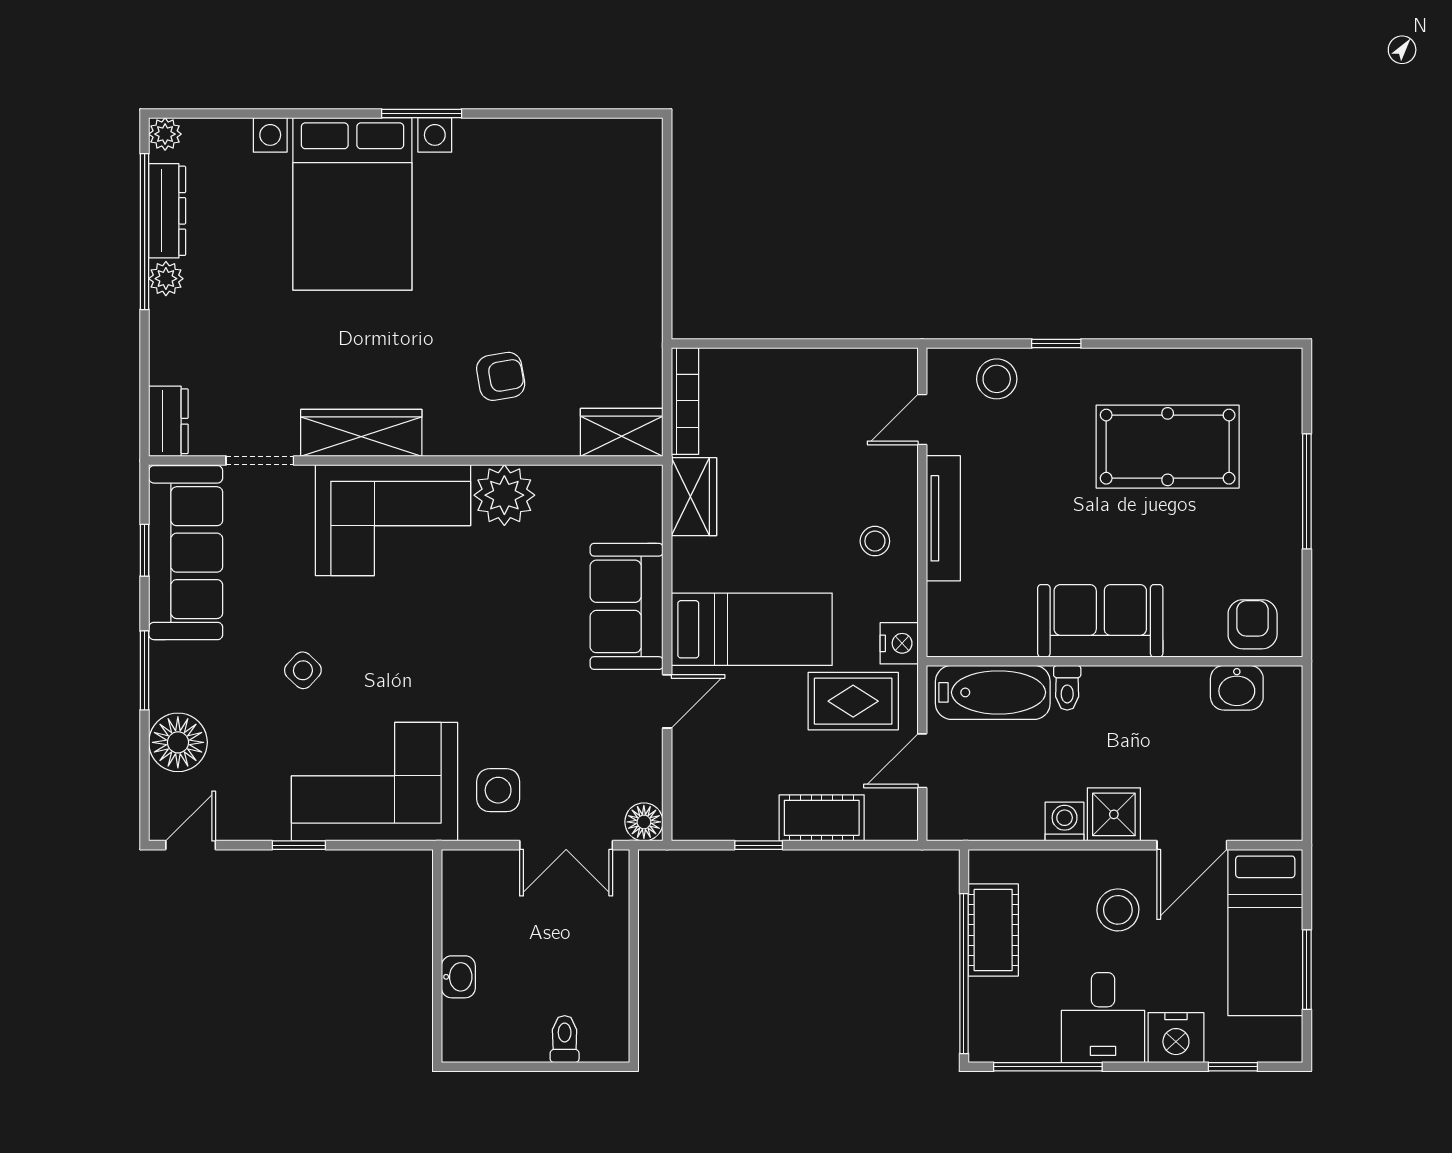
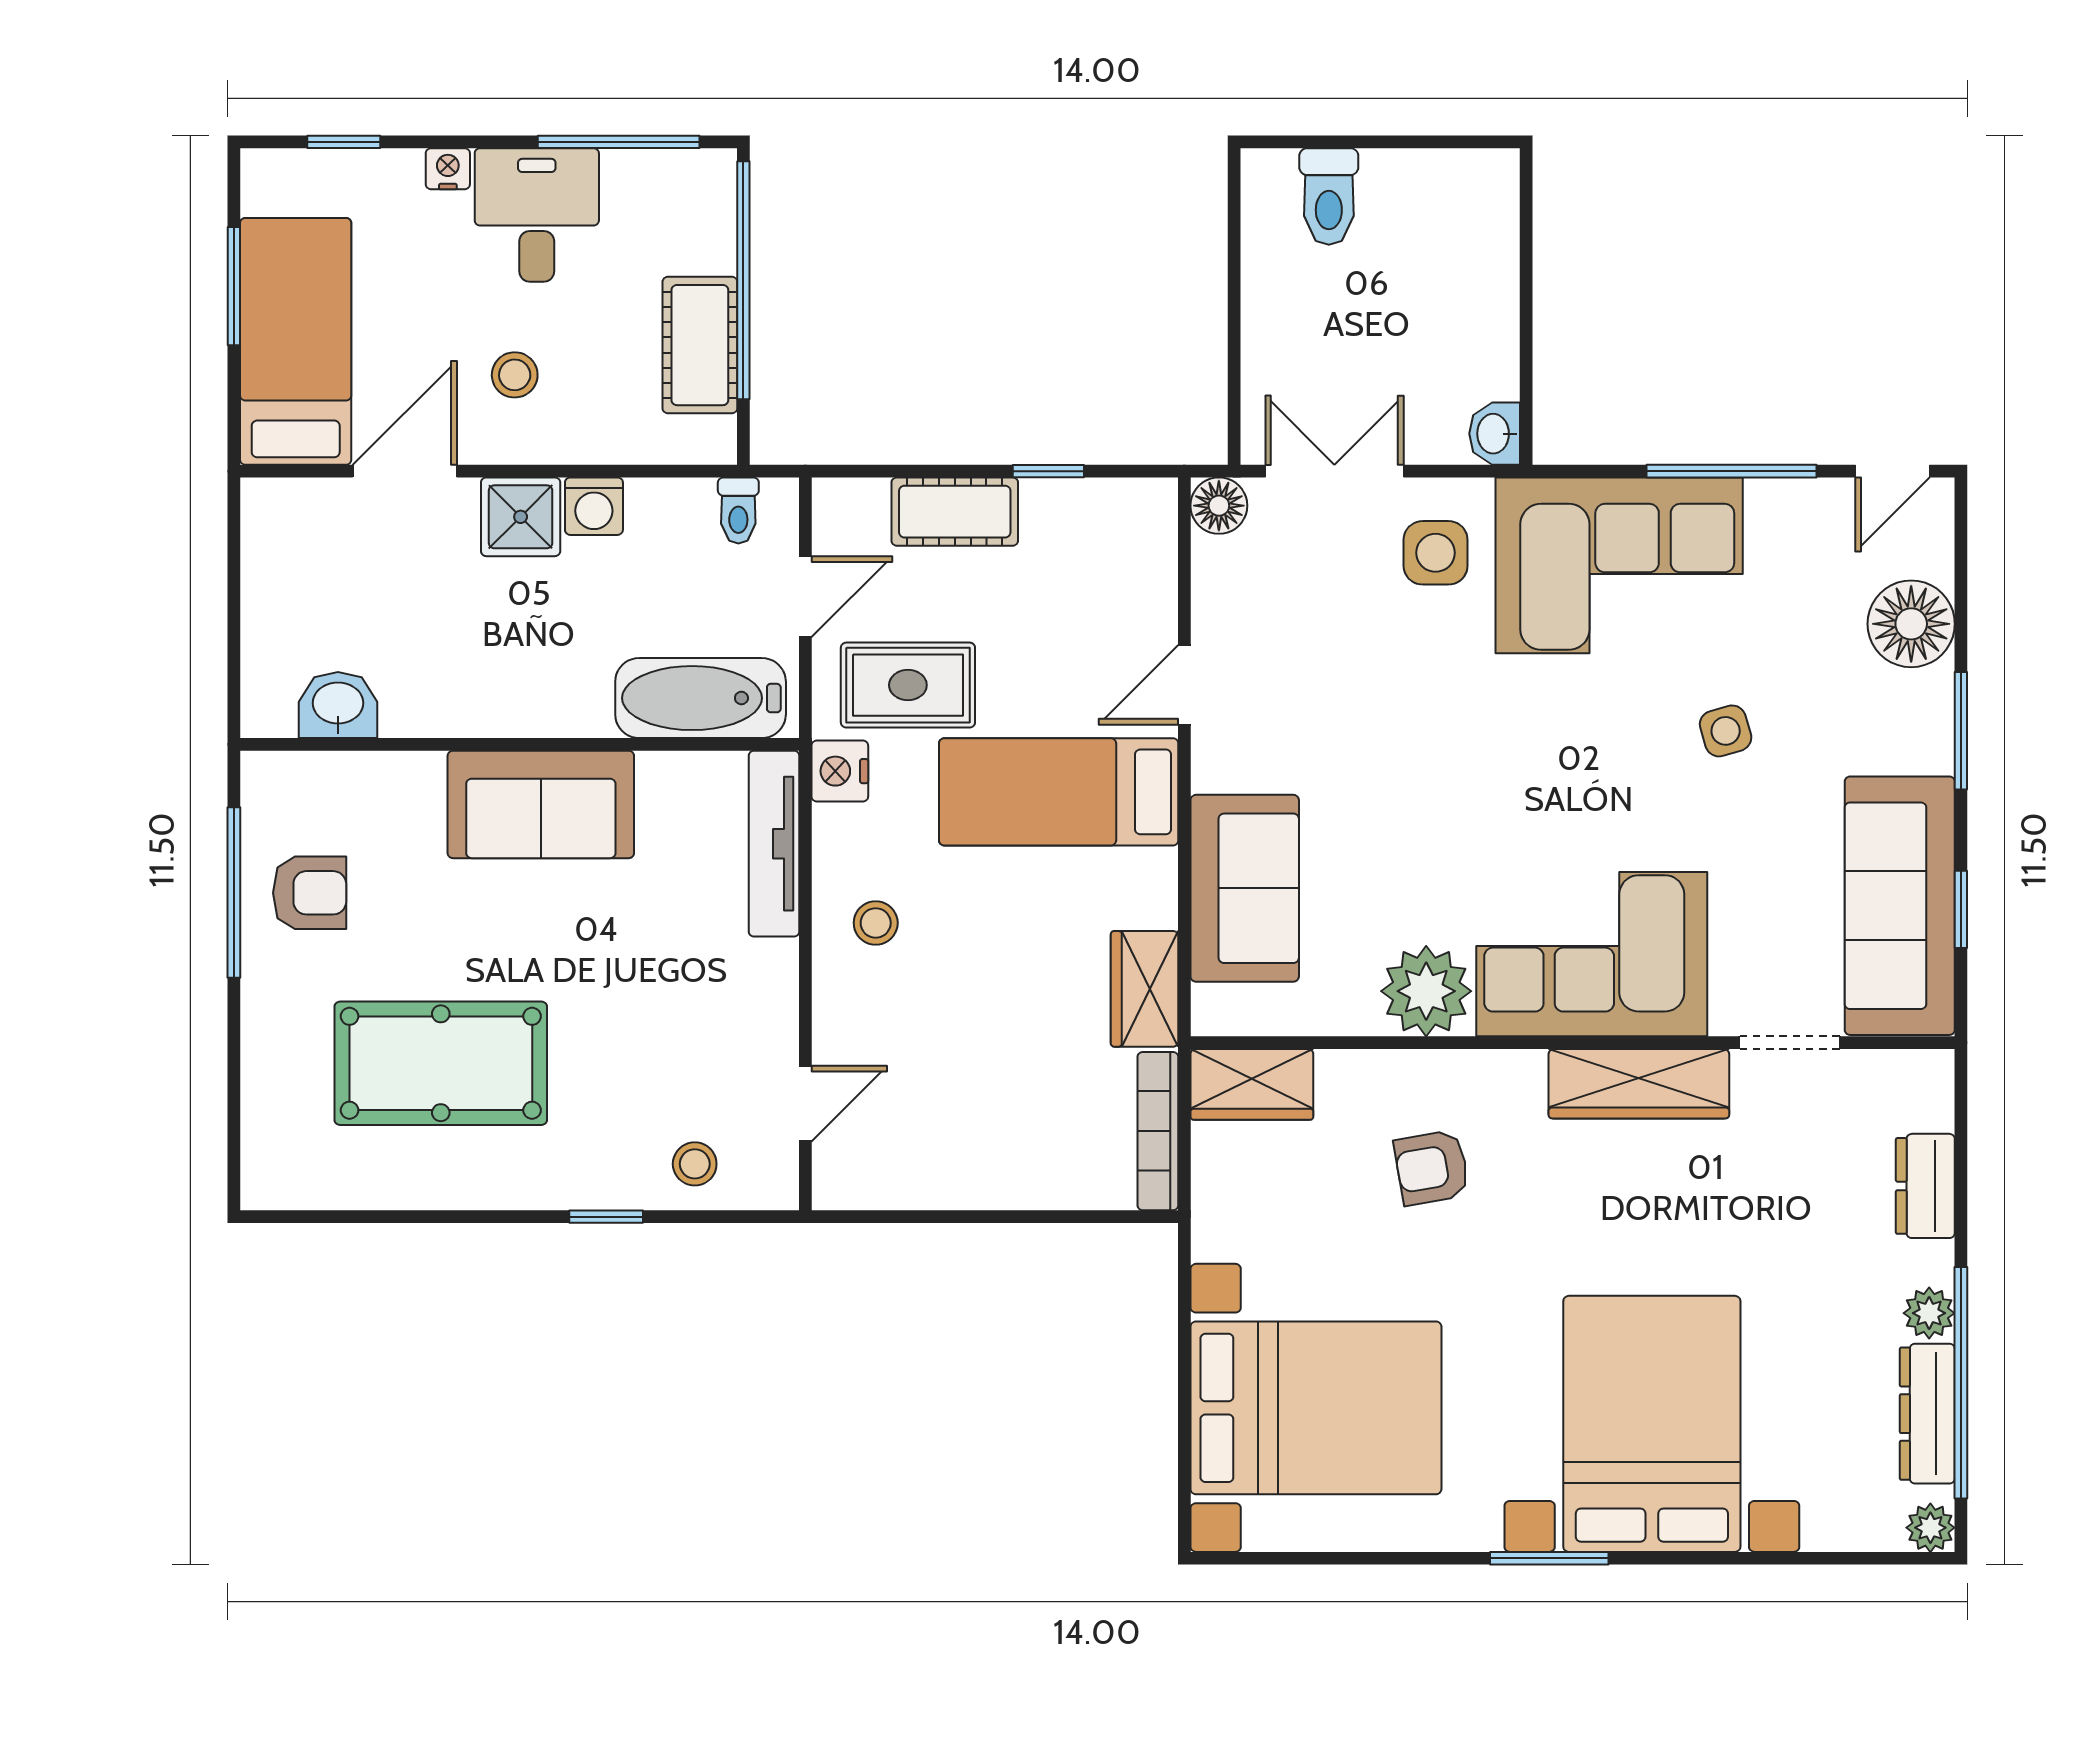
bed with nightstands: (579, 215) -> (1316, 1408), added
stool: (997, 379) -> (695, 1164), width x0.73, depth x0.73
dresser: (168, 421) -> (1925, 1186), moved
window: (1307, 491) -> (234, 892), moved
tv unit: (943, 518) -> (774, 844), moved
sofa: (627, 606) -> (1245, 888), moved
armchair: (1253, 624) -> (310, 893), moved, turned -90
side table: (303, 670) -> (1726, 731), turned 31
toilet: (1067, 688) -> (738, 510), moved, turned 180
window: (299, 845) -> (1732, 471), width x2.17
stool: (1118, 910) -> (515, 375), width x0.73, depth x0.73
washbasin: (458, 977) -> (1495, 434), moved
nightstand: (1176, 1038) -> (448, 169), width x0.53, depth x0.56
toilet: (565, 1039) -> (1329, 196), width x1.37, depth x1.39

